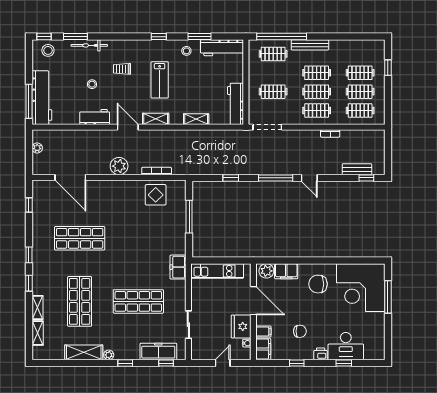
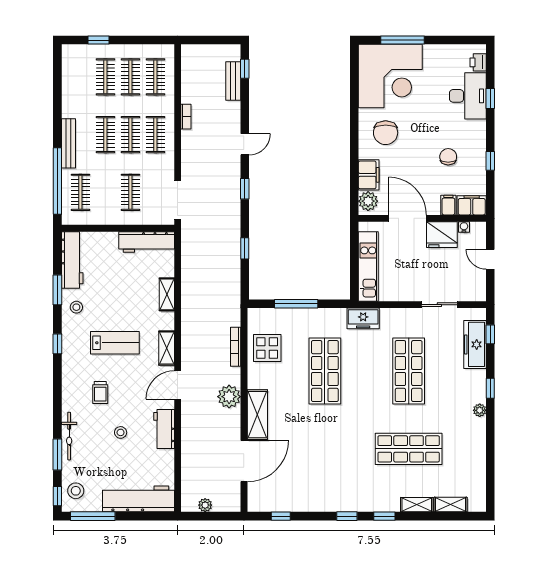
window: (29, 101) -> (93, 516), moved
window: (276, 178) -> (245, 189), width x0.46
shop shelf: (80, 238) -> (325, 371), moved
door: (253, 301) -> (408, 218), hinge flipped
shelving: (84, 352) -> (257, 415), moved
printer: (321, 354) -> (478, 62), moved

